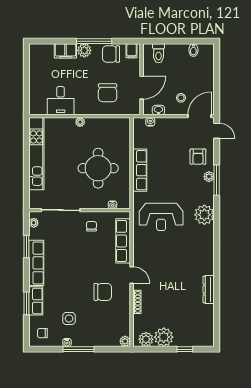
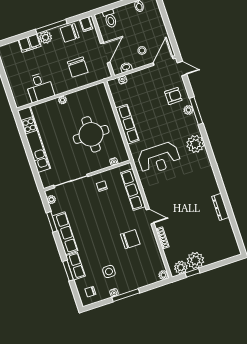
armchair: (198, 157) -> (173, 96), turned -90
window: (185, 349) -> (193, 273), moved

